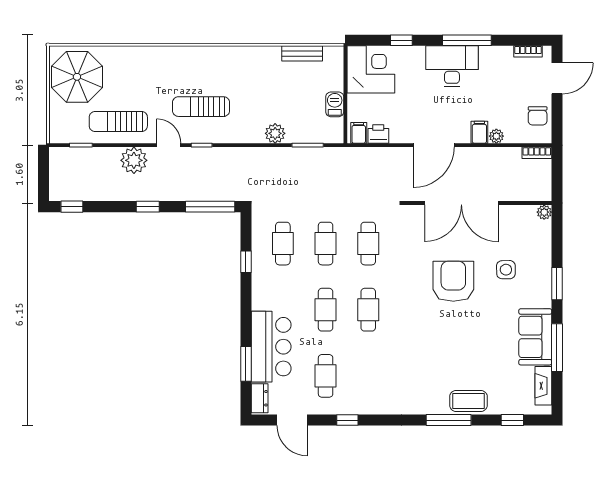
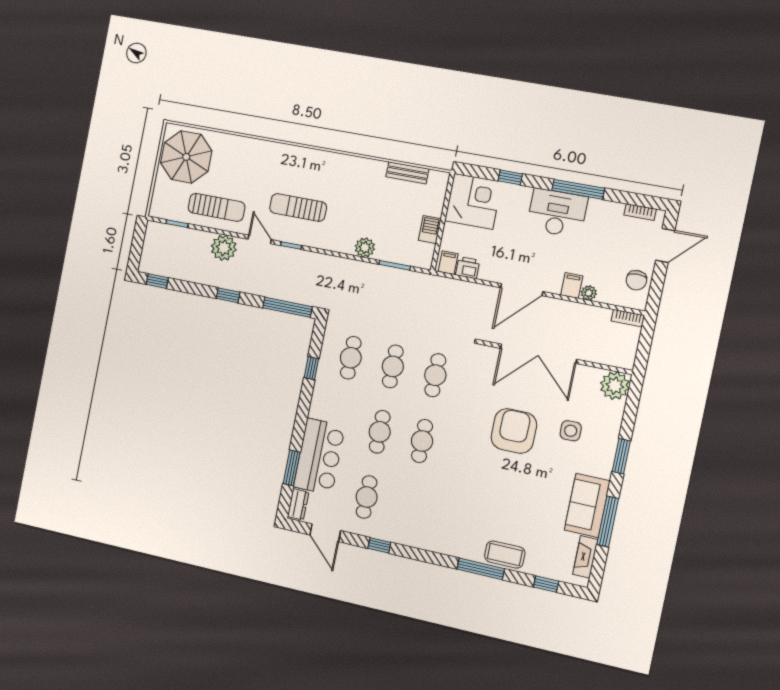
sun lounger: (118, 121) -> (216, 207), turned 180
plant: (544, 212) -> (615, 386), width x1.88, depth x1.88

